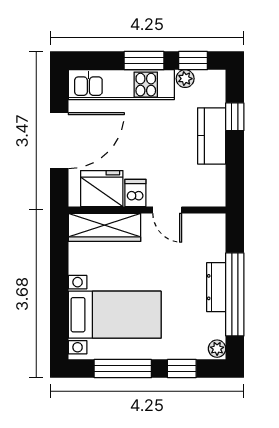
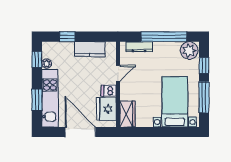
window: (144, 61) -> (37, 100), moved
kitchen counter: (212, 136) -> (90, 49), moved
wardrobe: (105, 227) -> (127, 114), width x0.67
dresser: (216, 287) -> (139, 47), moved
plant: (217, 349) -> (189, 50), width x1.88, depth x1.88

